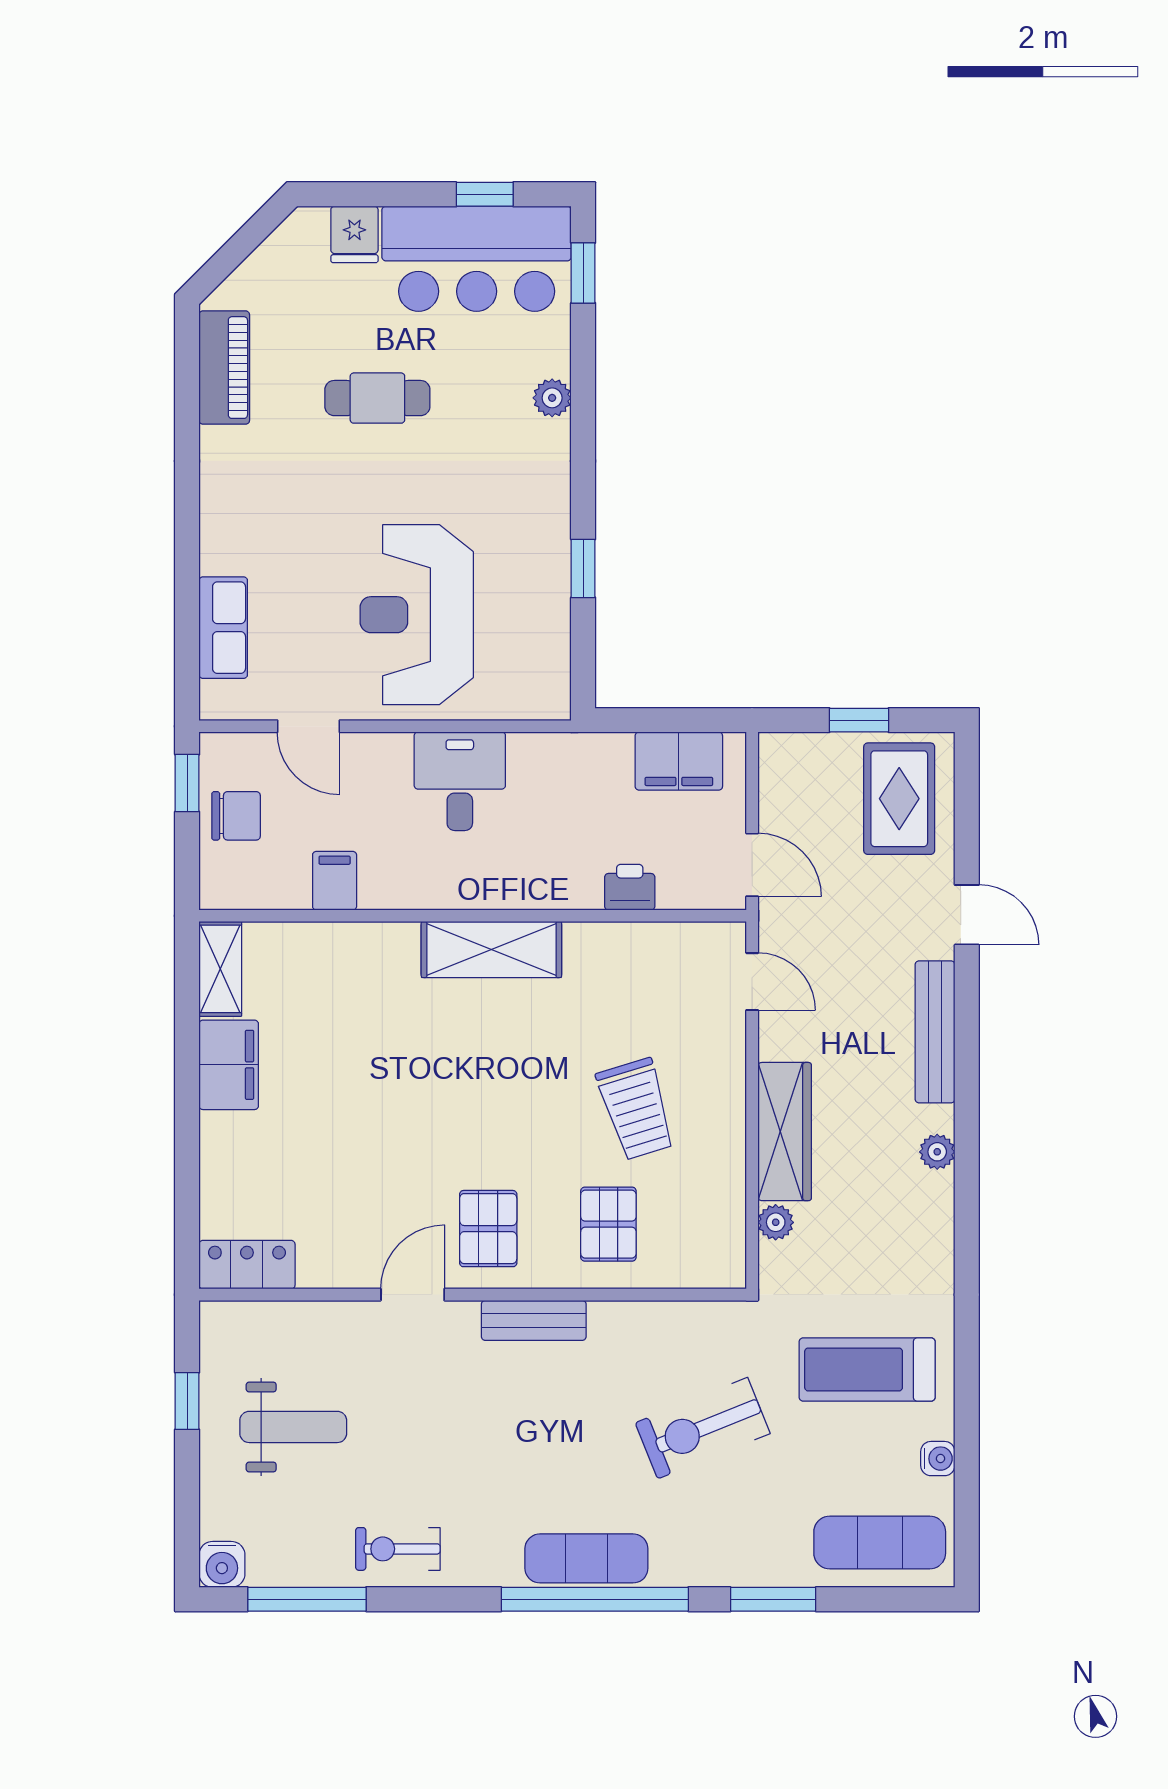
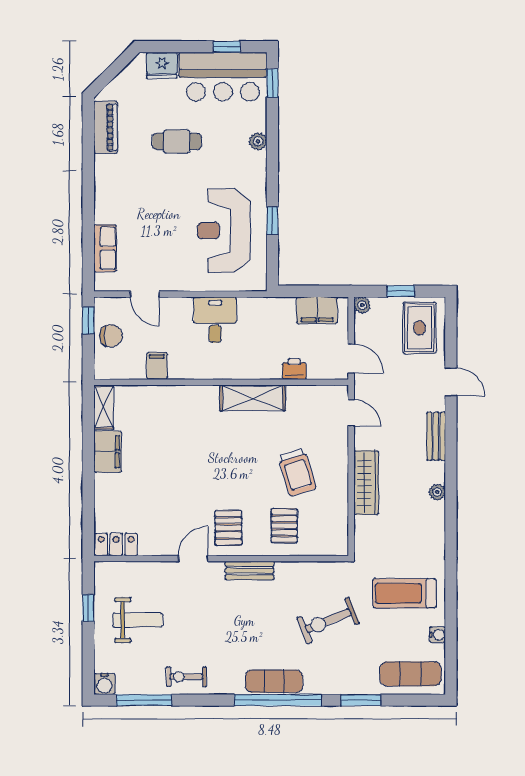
fridge: (354, 234) -> (162, 65), width x1.38
reception desk: (417, 615) -> (224, 230), moved
shelving: (491, 949) -> (253, 398), moved
bench: (935, 1032) -> (436, 436), width x0.73
plant: (776, 1222) -> (362, 305), moved

